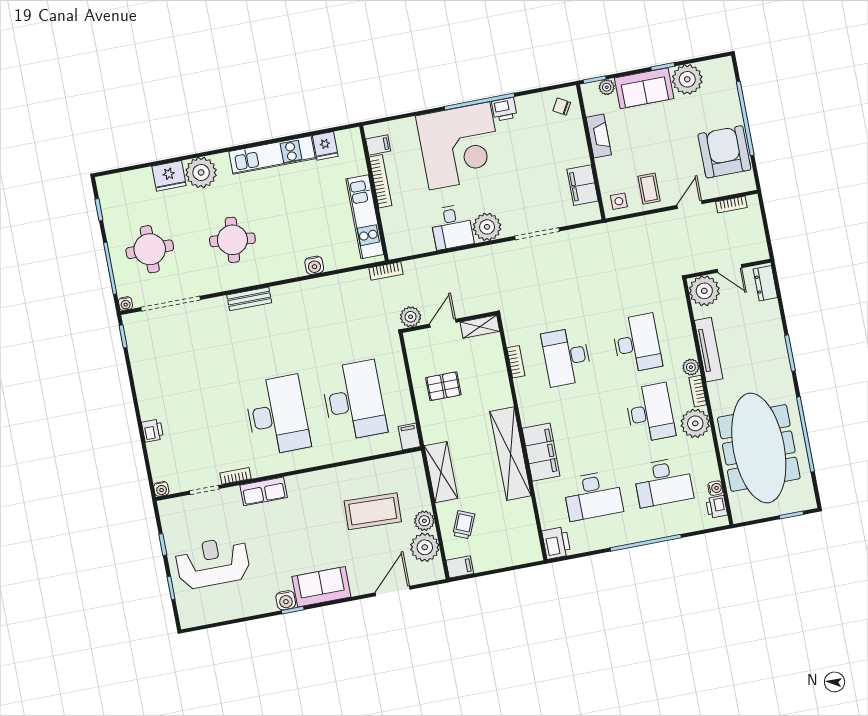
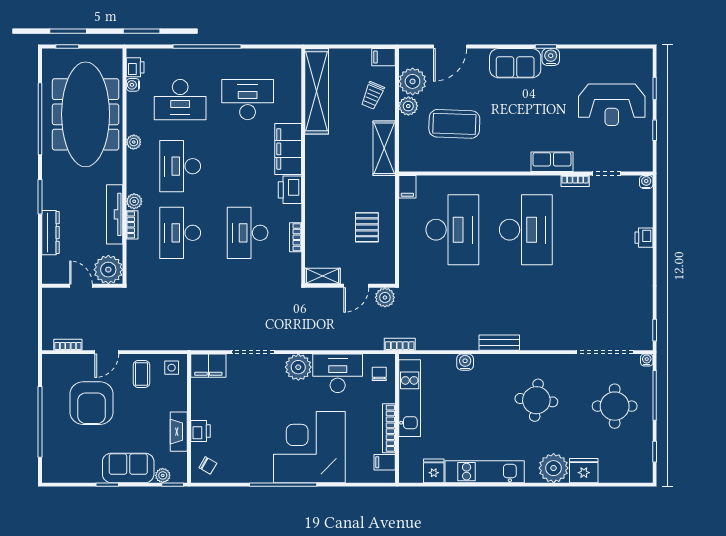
plant: (687, 79) -> (87, 468), removed
printer: (504, 109) -> (201, 431), moved, turned 90
armchair: (724, 152) -> (91, 403), moved
filing cabinet: (582, 185) -> (208, 366), moved, turned 90
desk: (452, 227) -> (338, 373), width x1.37
chair: (401, 236) -> (379, 374), added
dresser: (765, 283) -> (50, 233), moved, width x1.44
bench: (249, 299) -> (499, 343), moved
desk: (567, 357) -> (248, 233), turned 180
pallet: (443, 386) -> (367, 227), turned 90
bookcase: (698, 391) -> (132, 225), moved
desk: (354, 401) -> (452, 230), turned 180
desk: (277, 415) -> (526, 230), turned 180
plant: (695, 423) -> (134, 142), width x0.53, depth x0.53
shelving: (510, 454) -> (317, 91), moved
desk: (663, 482) -> (180, 100), turned 180
printer: (556, 543) -> (290, 190), moved

